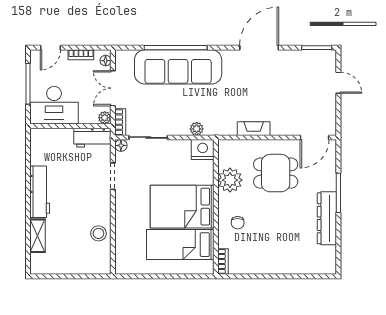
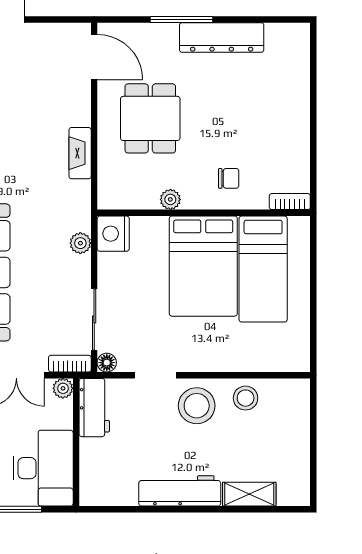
plant: (230, 180) -> (170, 199), width x0.53, depth x0.53
stool: (94, 202) -> (197, 406), added

